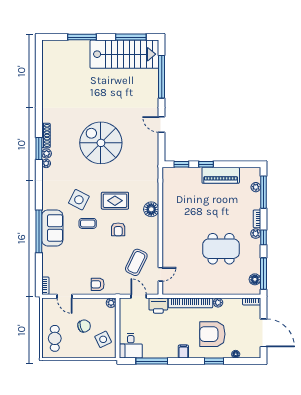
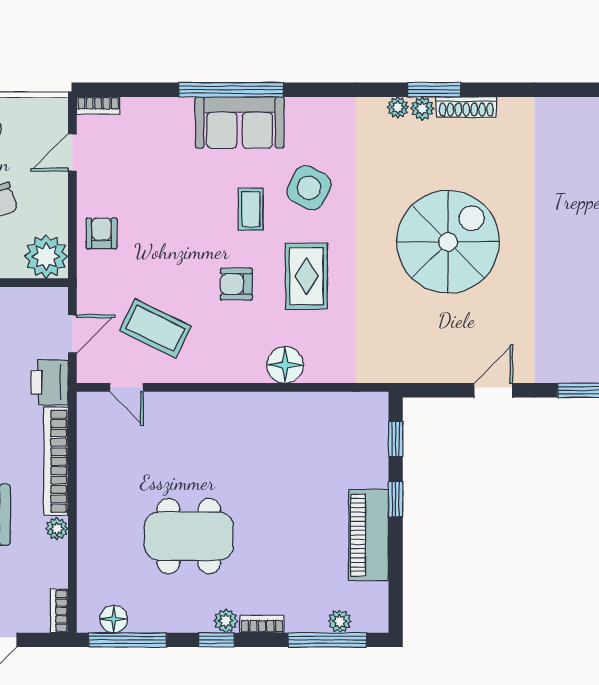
dining table: (221, 249) -> (189, 536), turned 90
plant: (111, 303) -> (46, 256), width x1.88, depth x1.88

